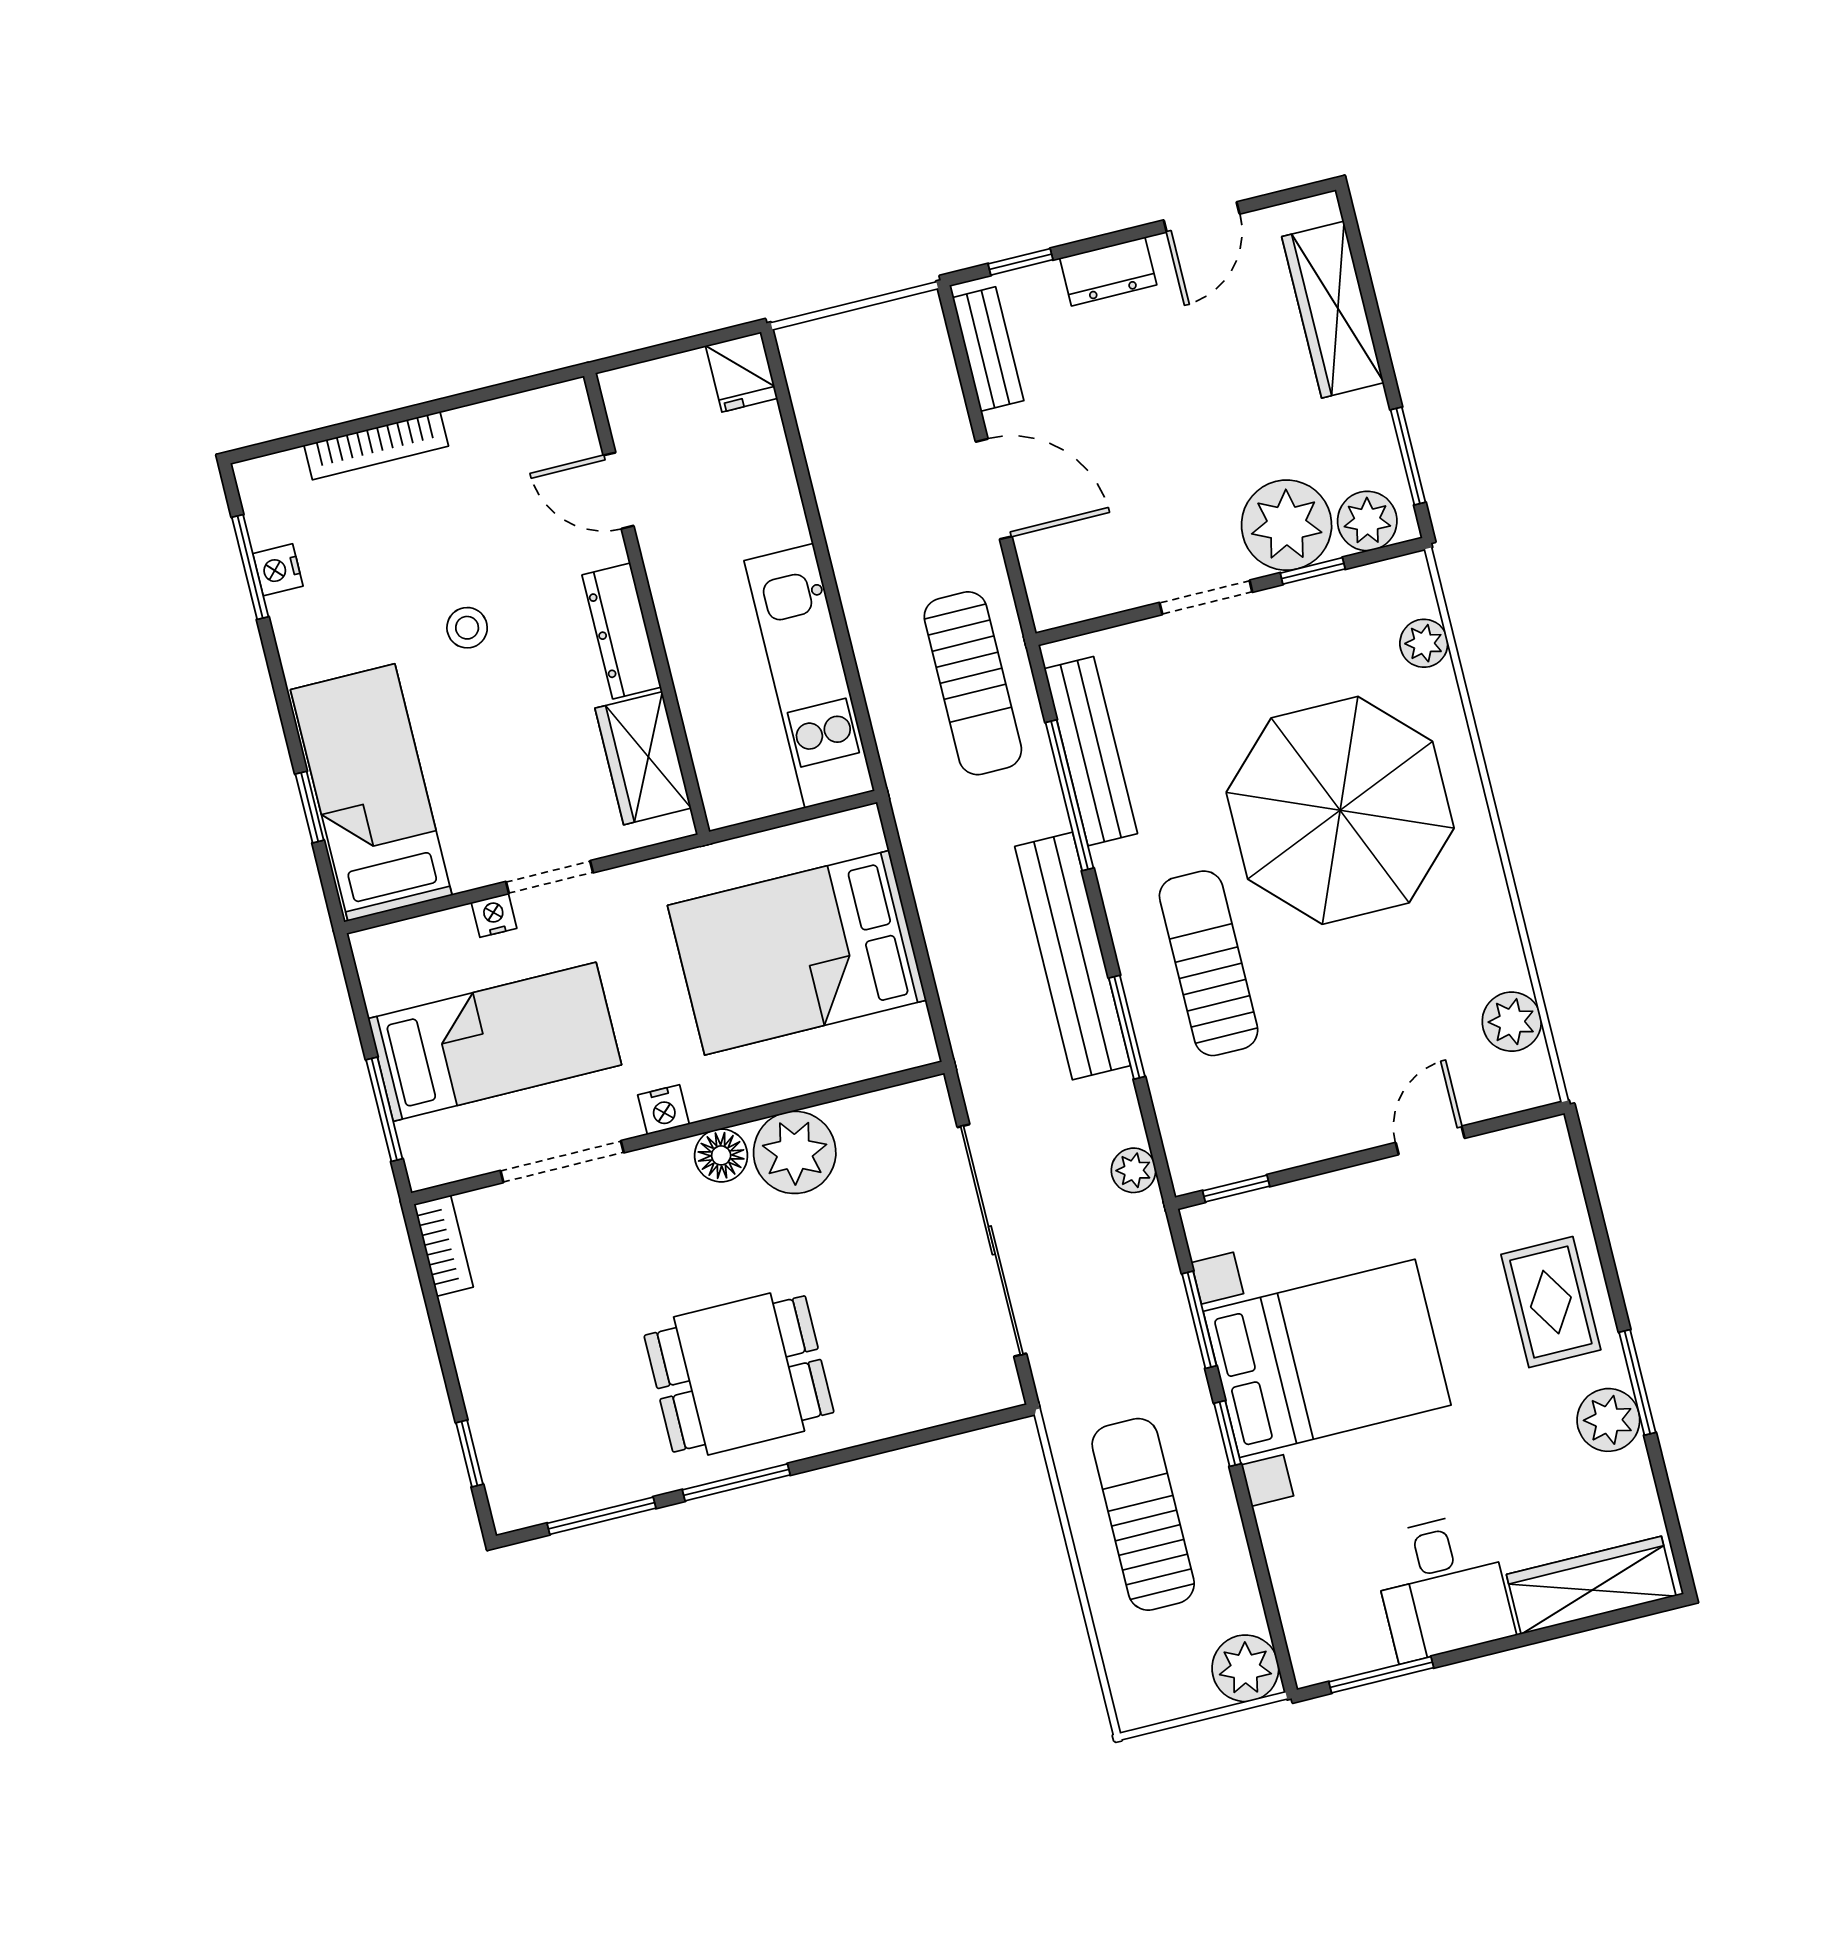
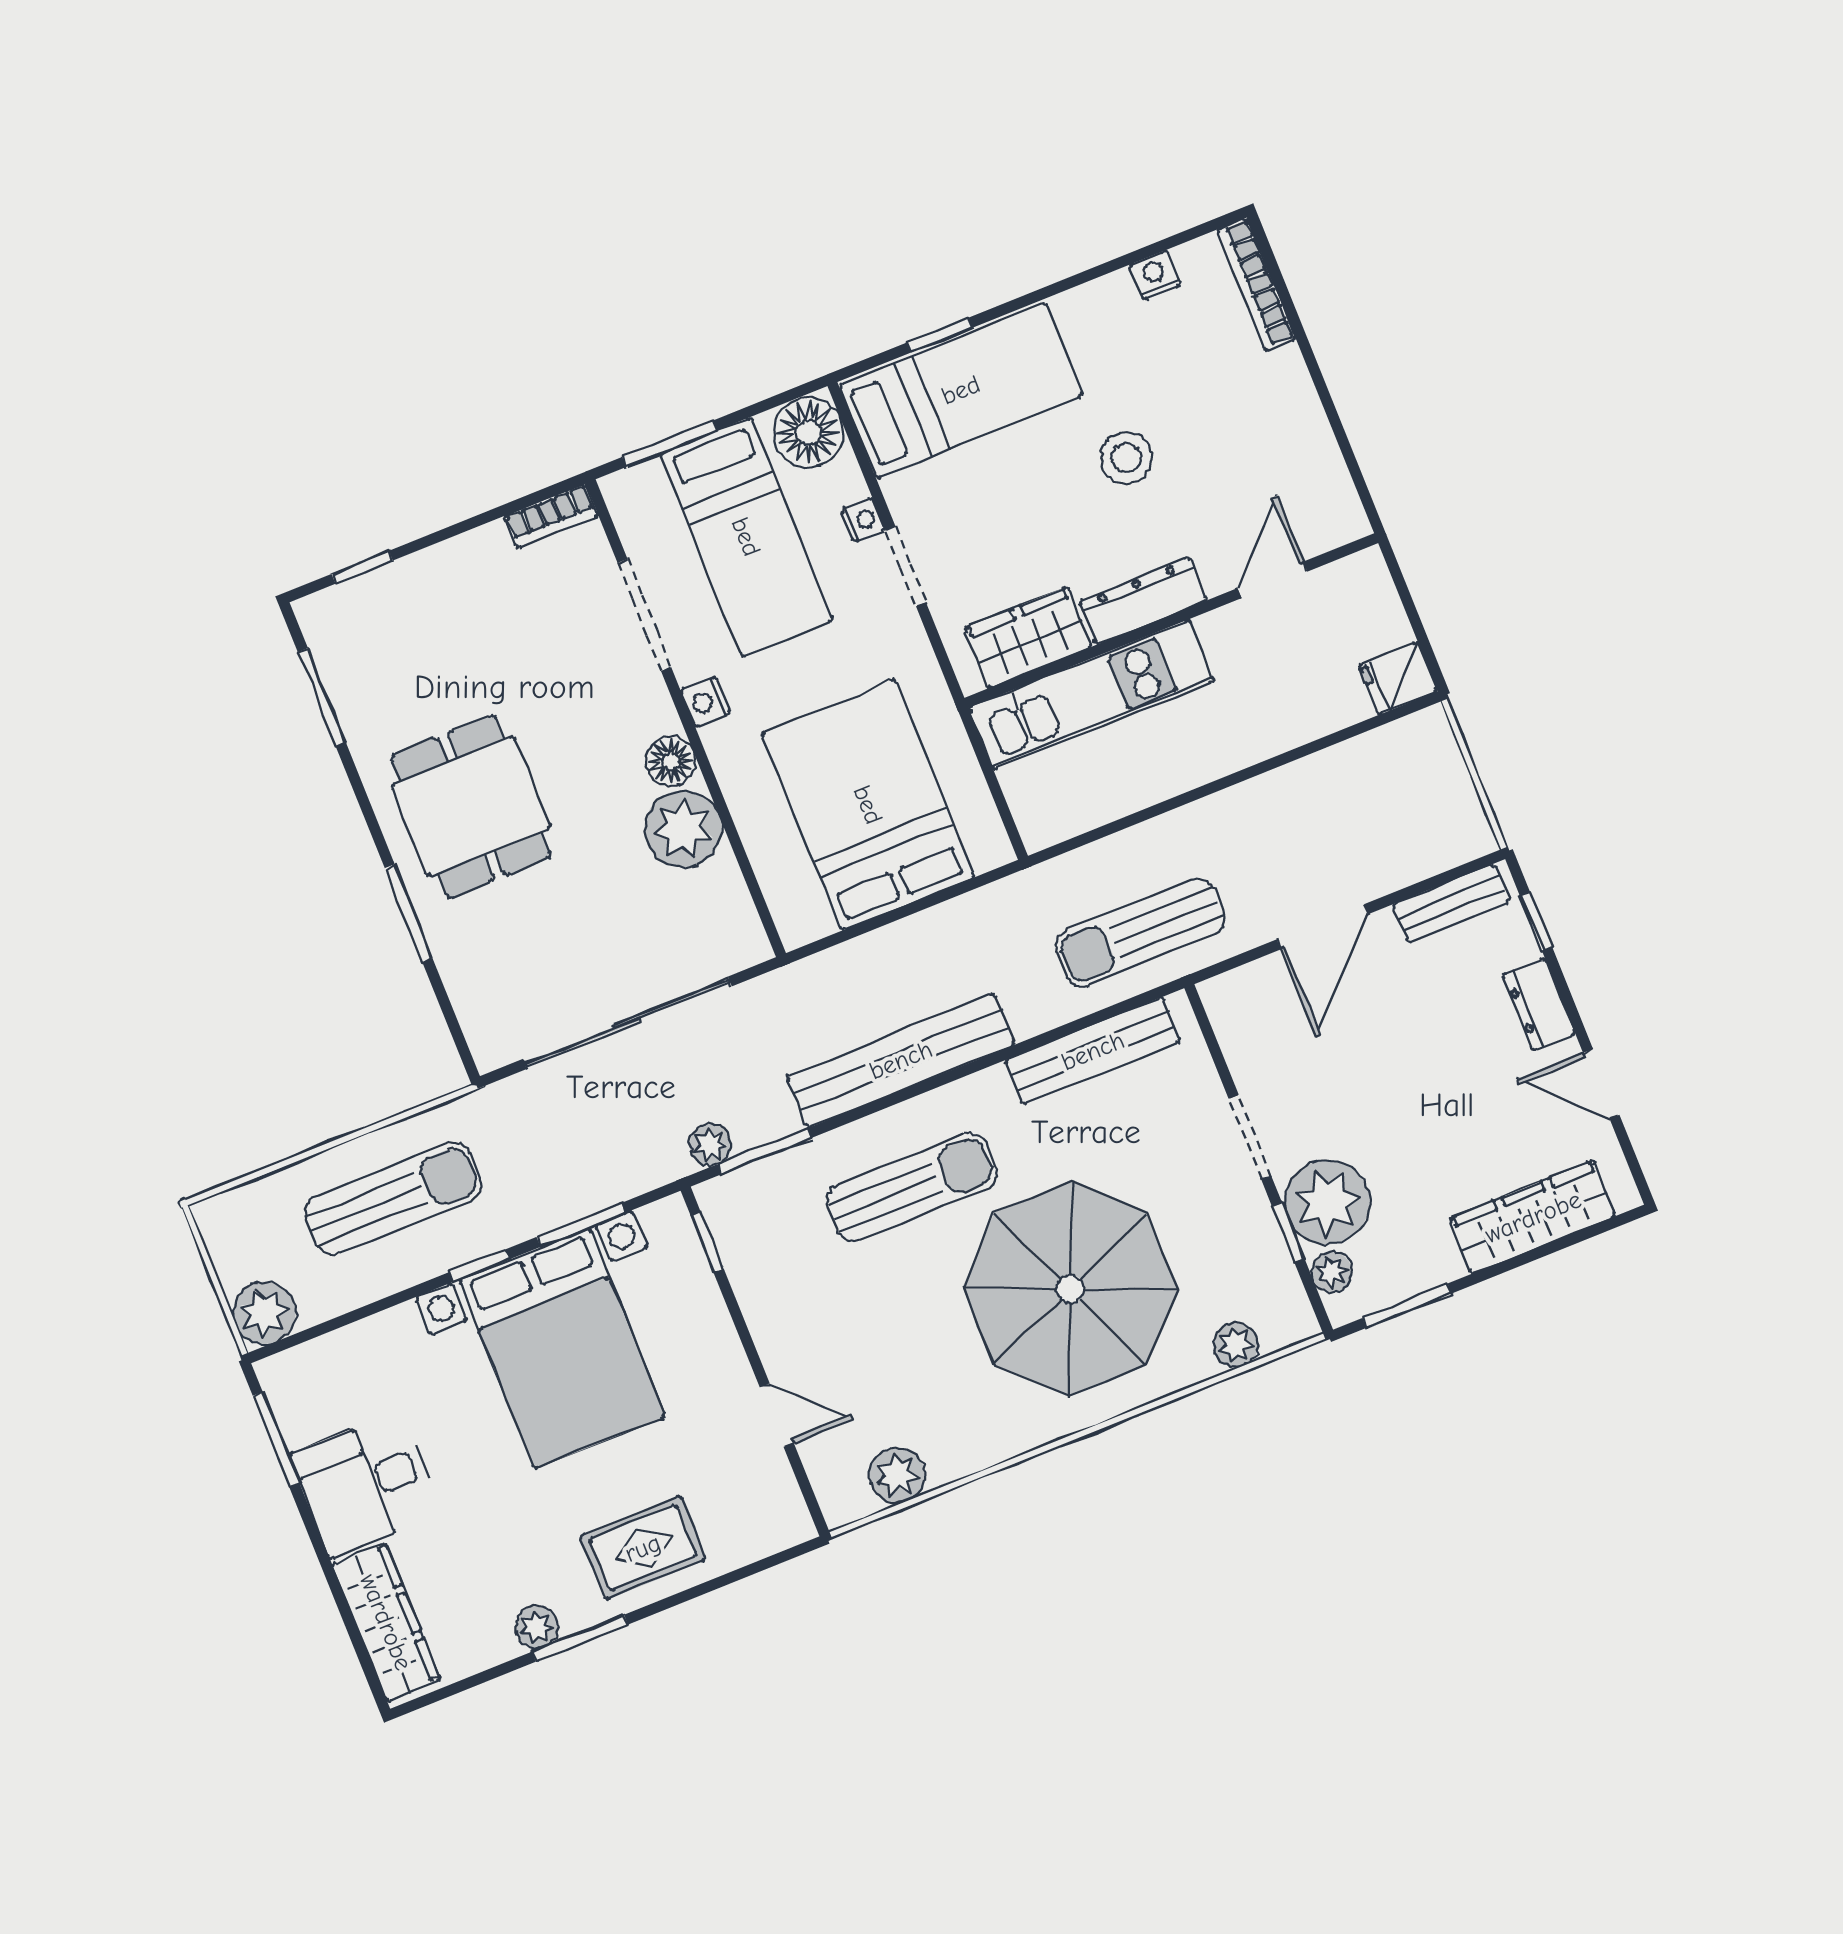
bookcase: (376, 446) -> (1256, 284), moved
plant: (1367, 521) -> (1332, 1272), width x0.73, depth x0.73
window: (250, 567) -> (1154, 249), removed
stool: (467, 628) -> (1126, 458), width x1.37, depth x1.37
kitchen unit: (809, 676) -> (1091, 695), moved, turned 180
window: (1069, 795) -> (1049, 1037), removed
floor lamp: (393, 960) -> (808, 432), added
window: (1127, 1027) -> (765, 1151), moved
plant: (1608, 1420) -> (537, 1627), width x0.73, depth x0.73
window: (736, 1482) -> (409, 913), moved

